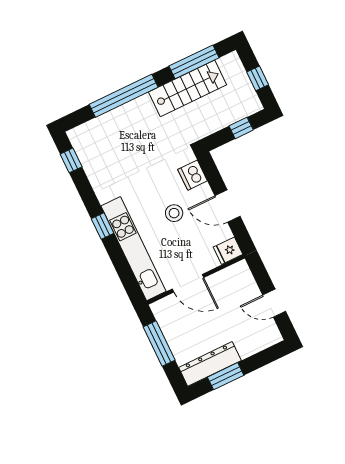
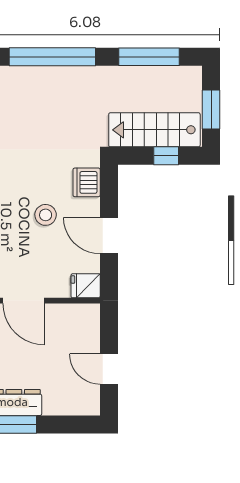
window: (258, 78) -> (211, 109), width x1.50
stairs: (188, 88) -> (154, 130), moved, turned 180

